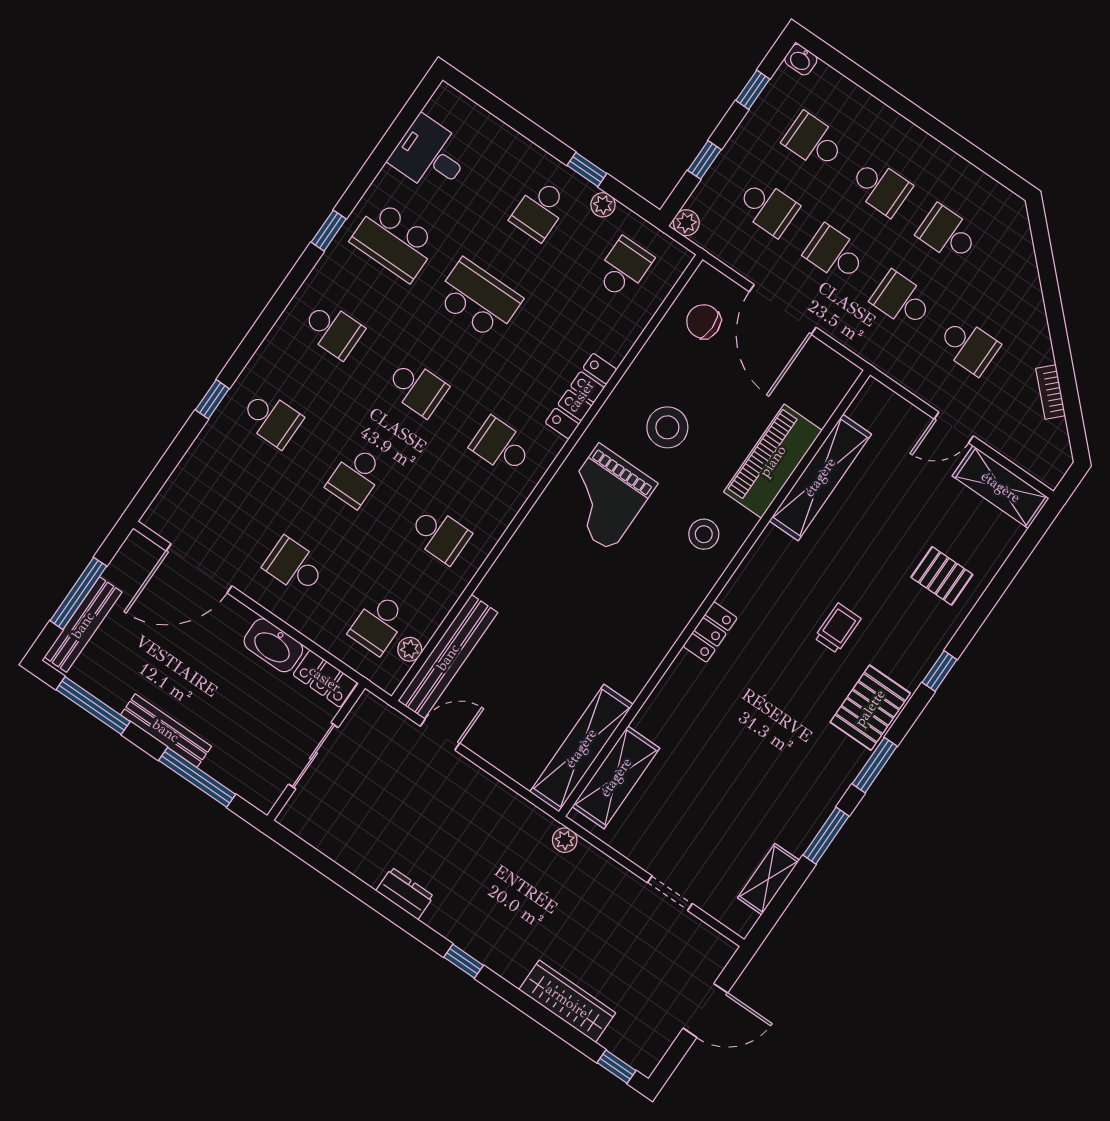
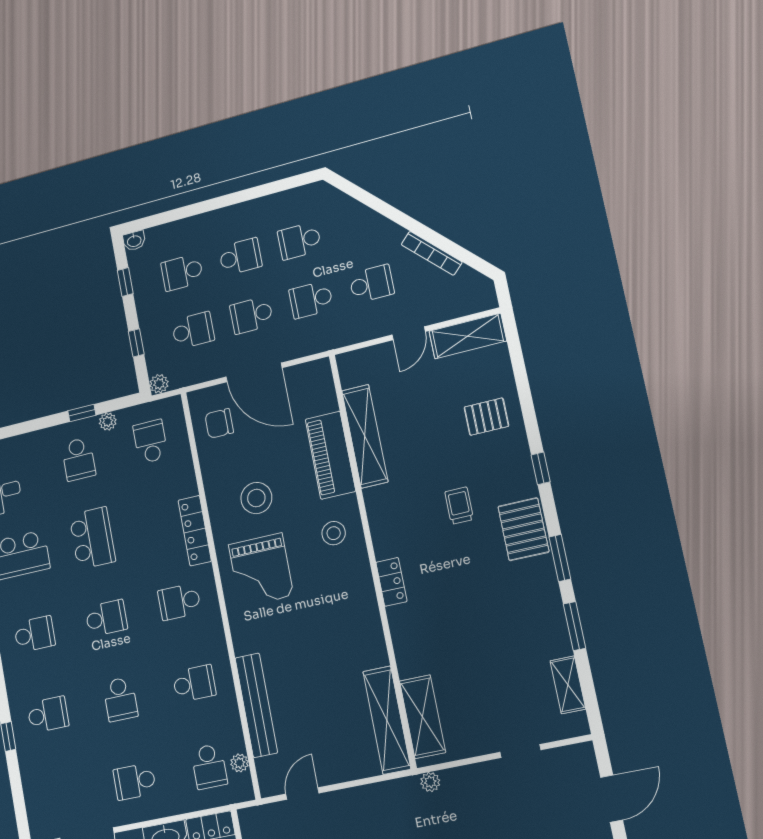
school desk: (478, 299) -> (92, 538), turned 90
bookcase: (1051, 392) -> (432, 253), width x1.56
bench: (448, 657) -> (256, 705), moved

